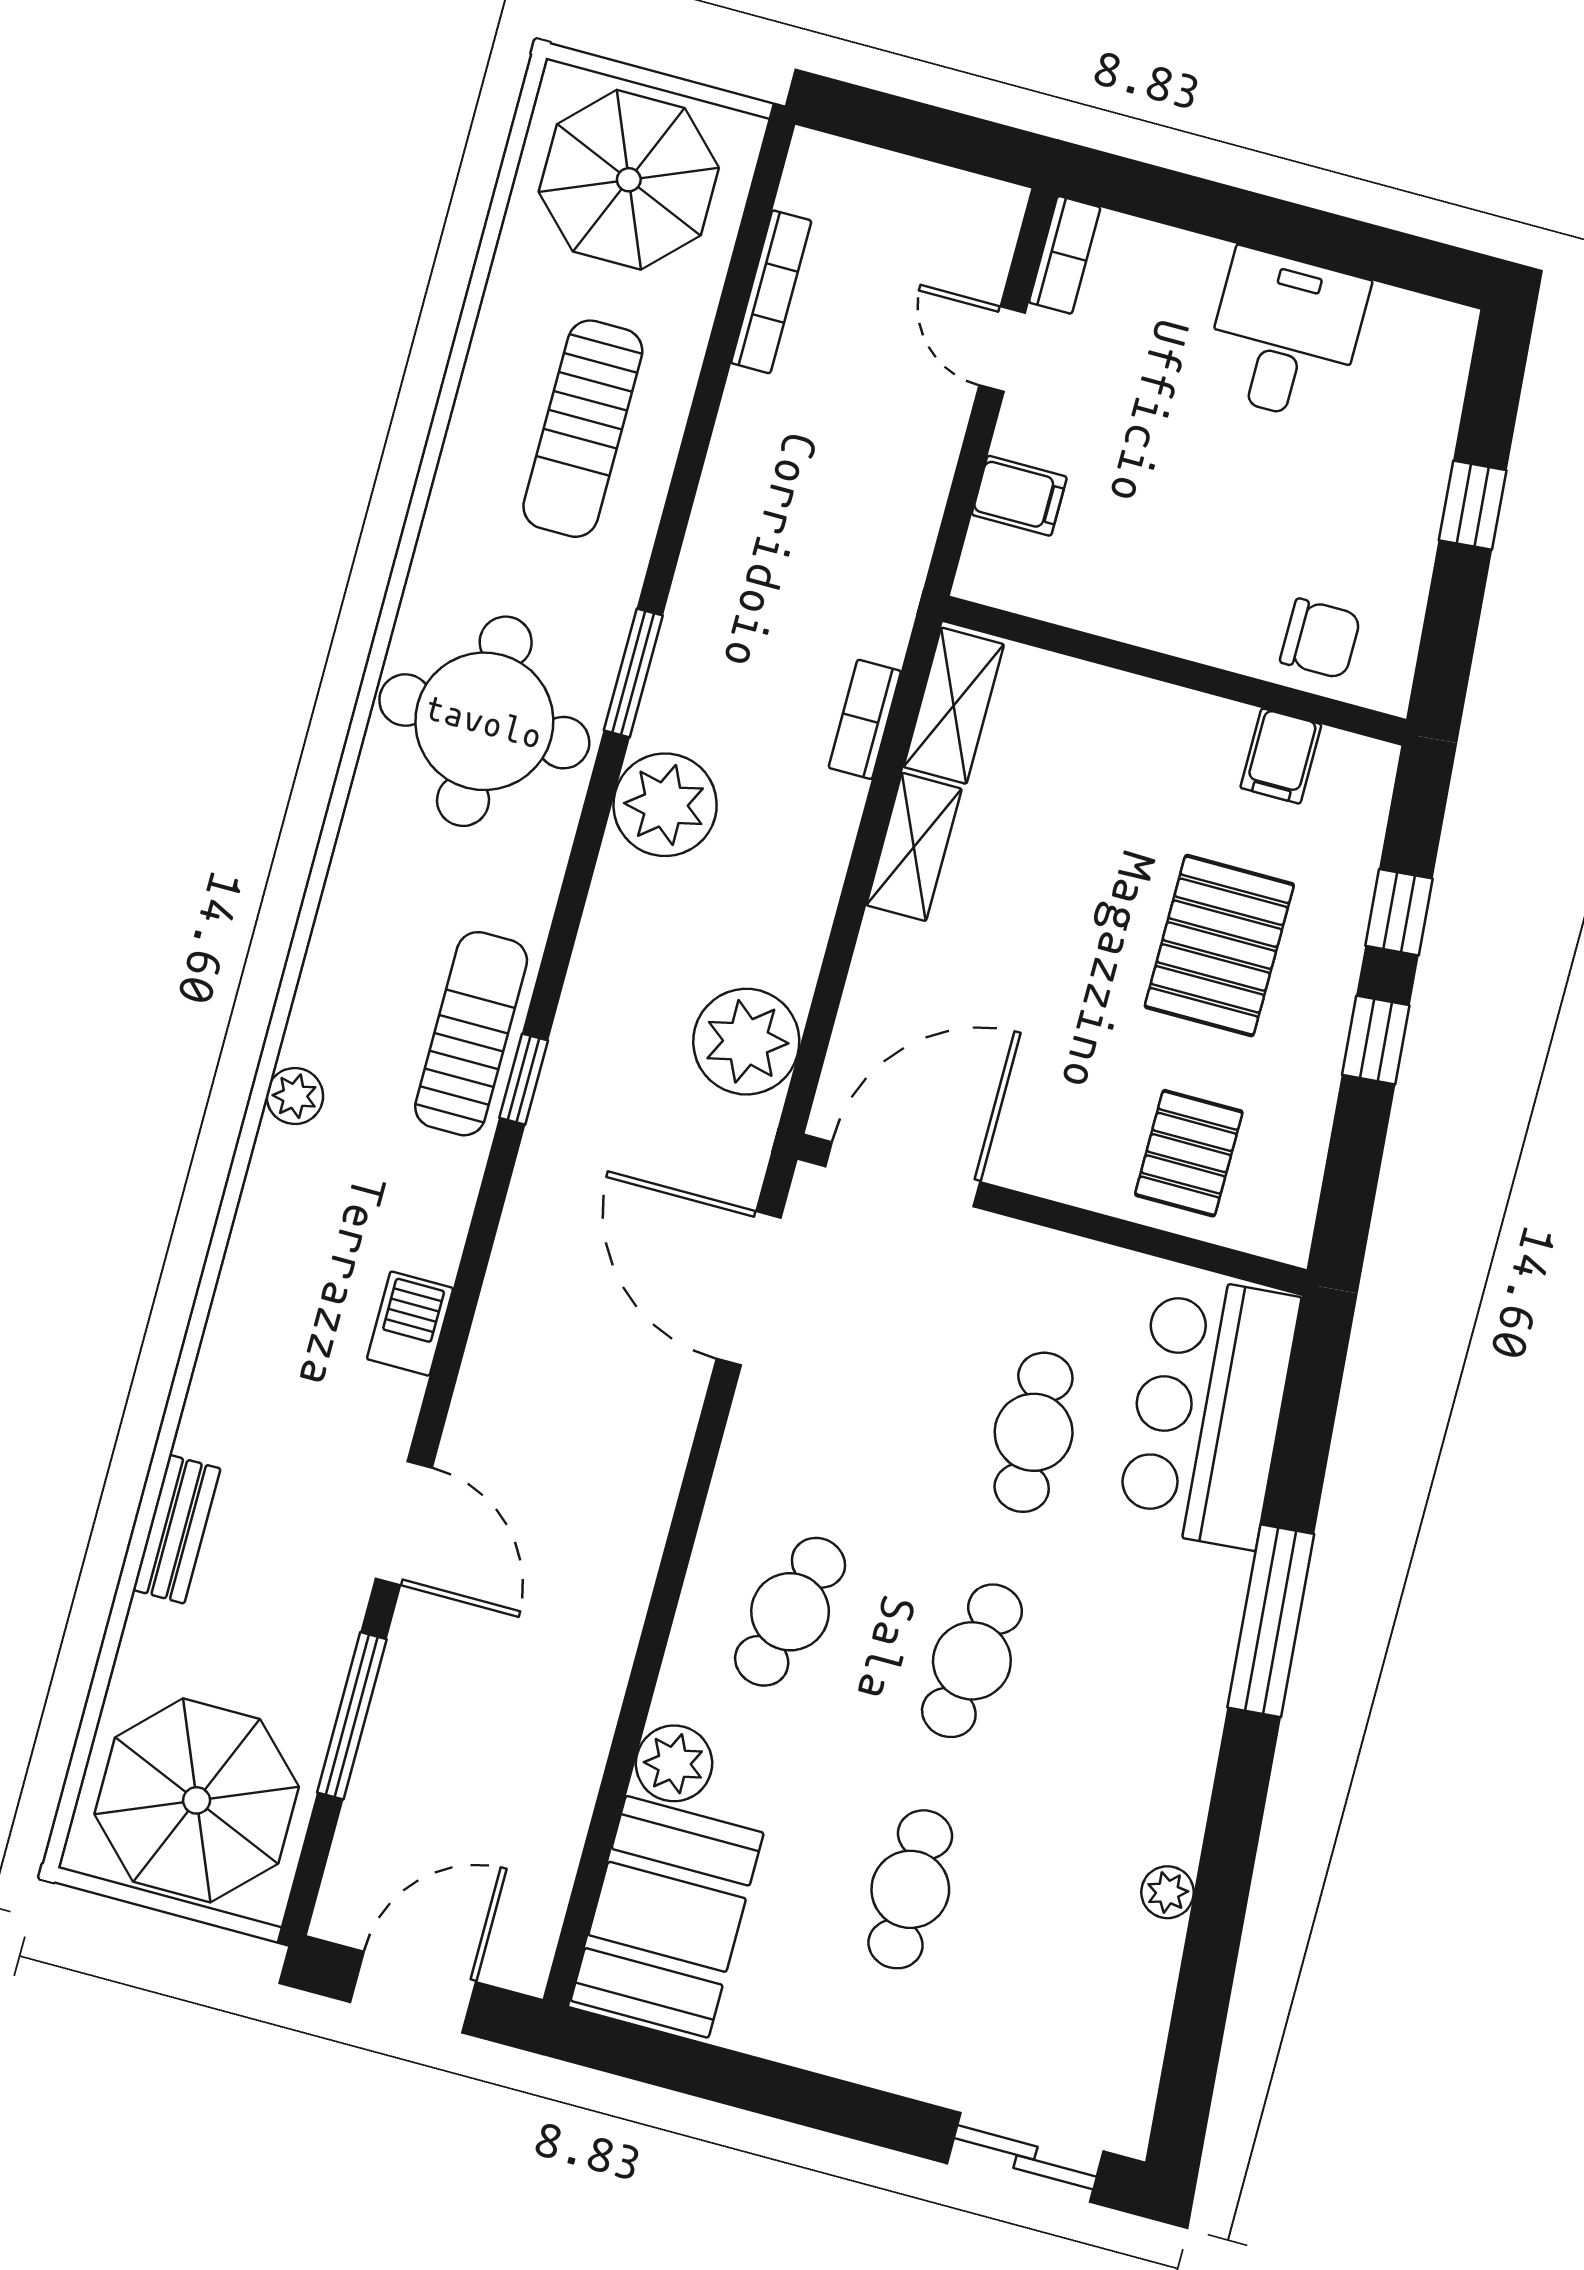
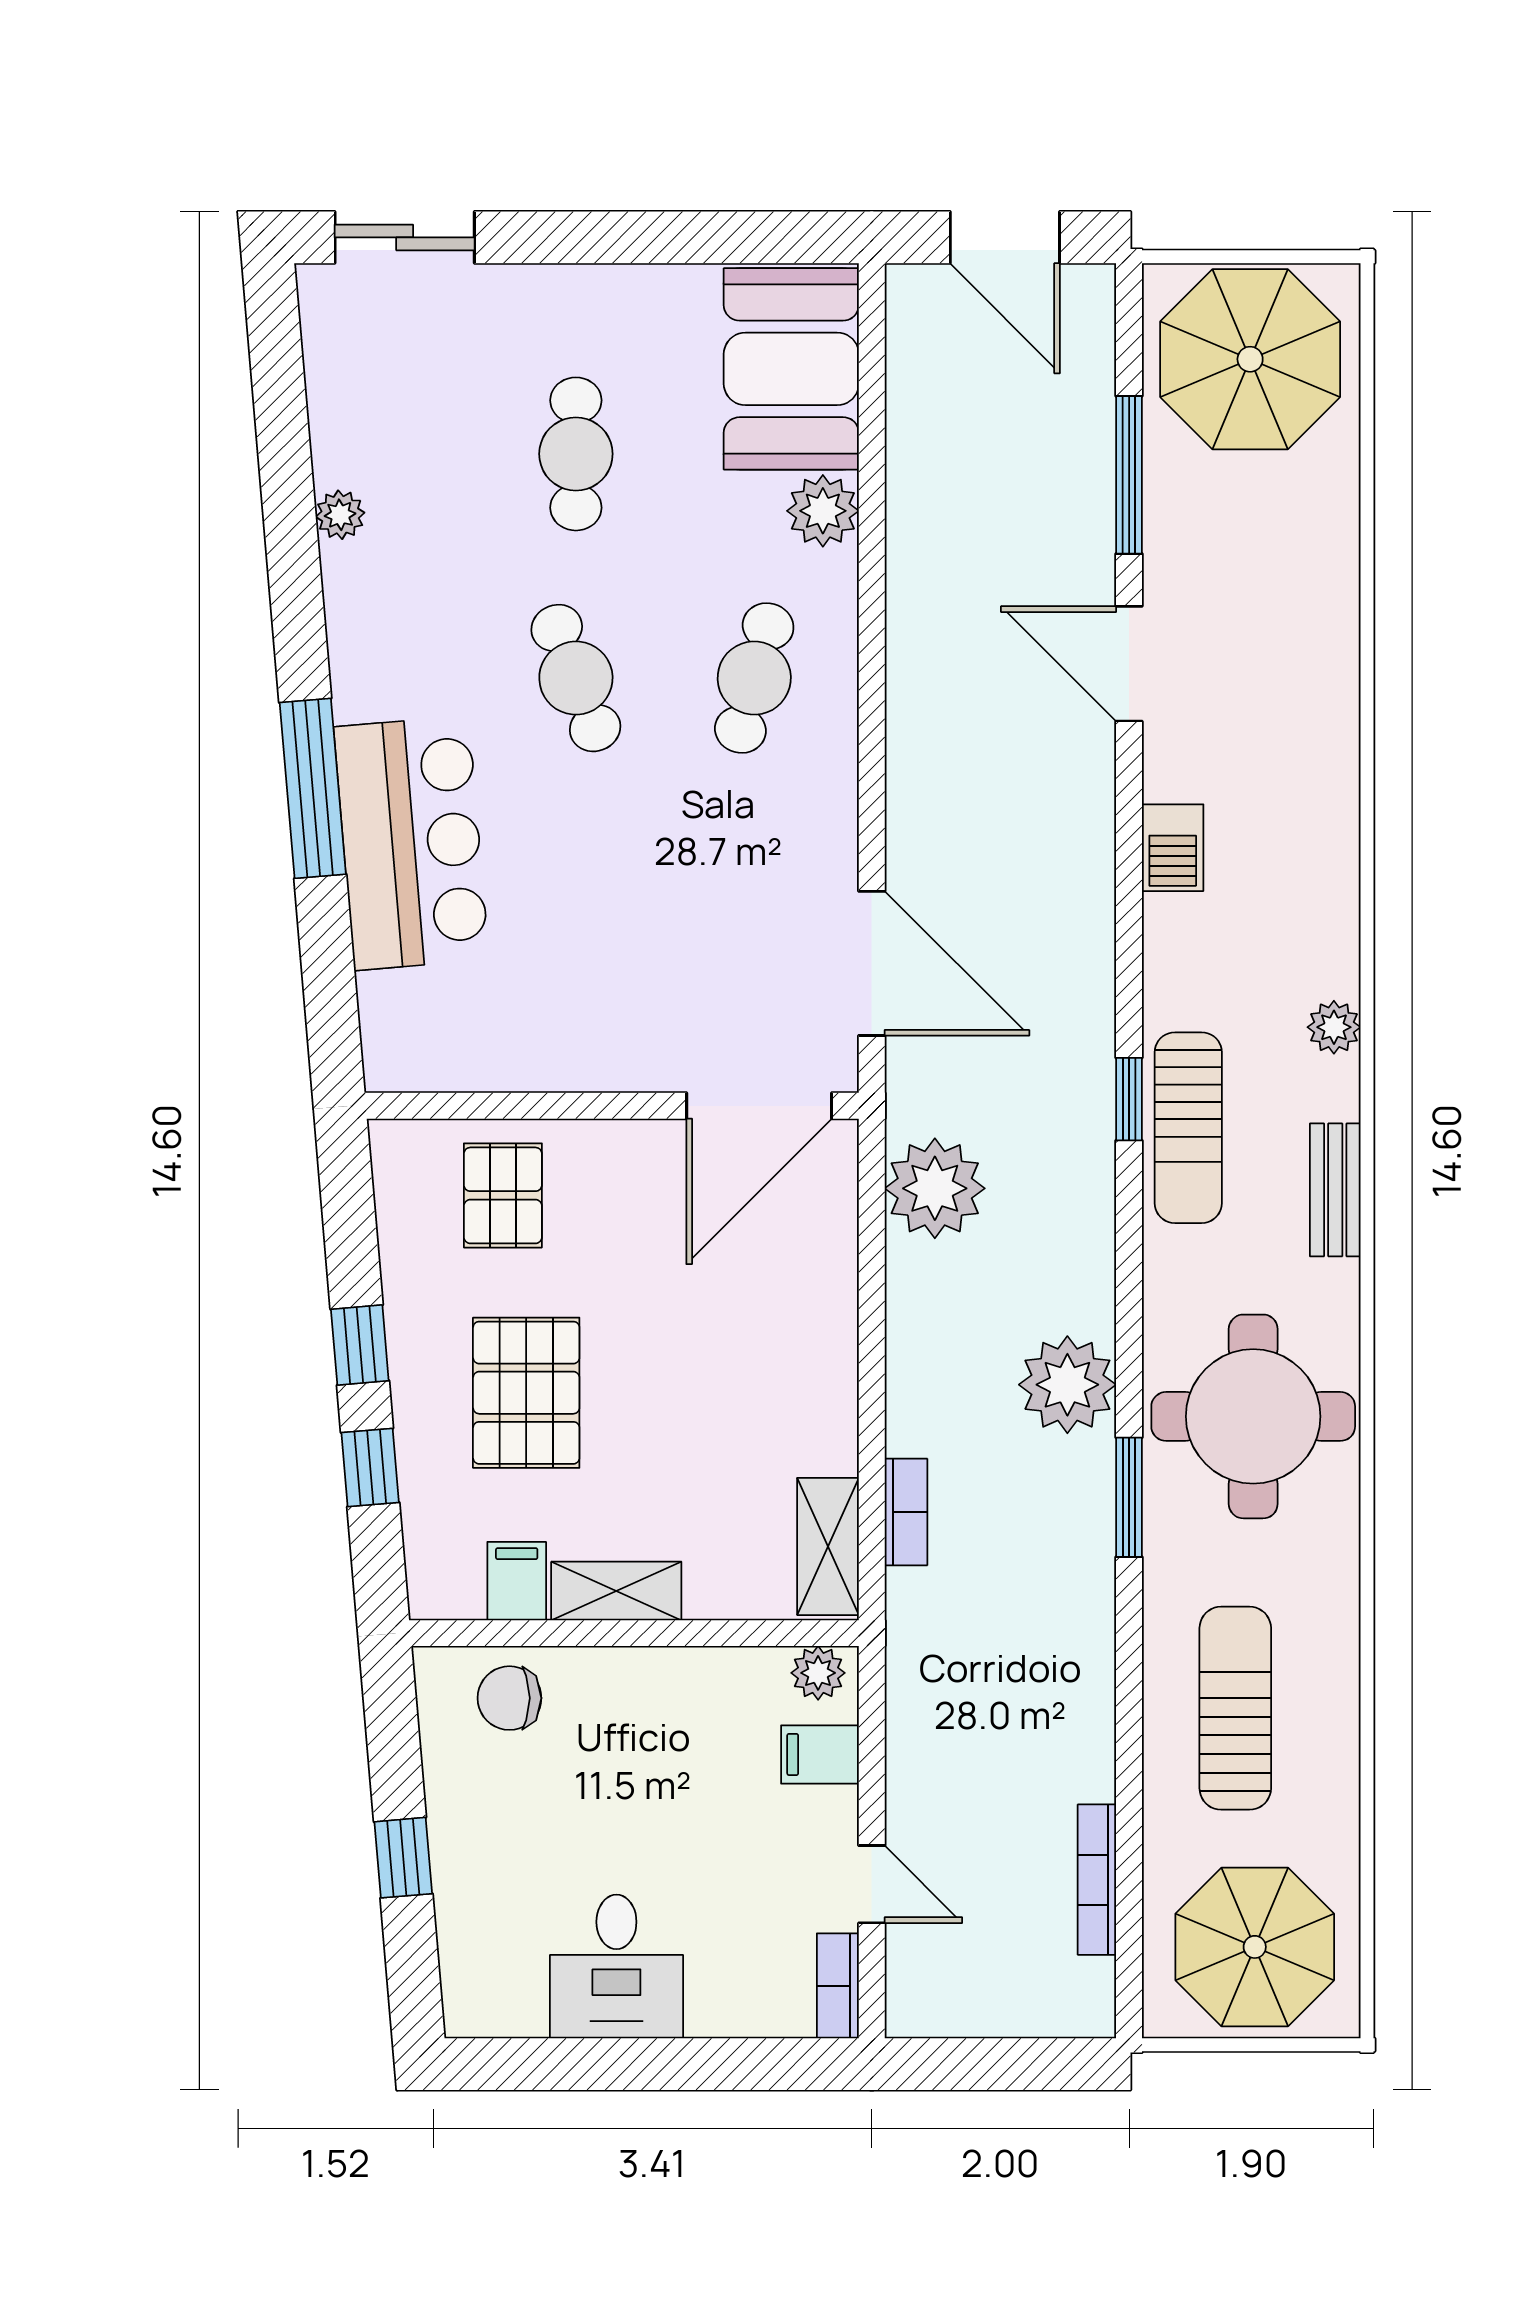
plant: (999, 579) -> (818, 1673), added
shelving: (914, 847) -> (616, 1591), moved, turned 90
bar counter: (1208, 1411) -> (411, 843), moved
cafe table: (1034, 1432) -> (576, 902), removed
bench: (177, 1529) -> (1335, 1190), moved
cafe table: (972, 1661) -> (576, 678), turned -30
door: (413, 1992) -> (1005, 237), hinge flipped

